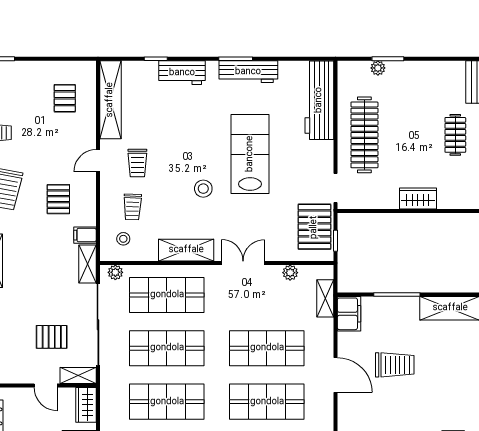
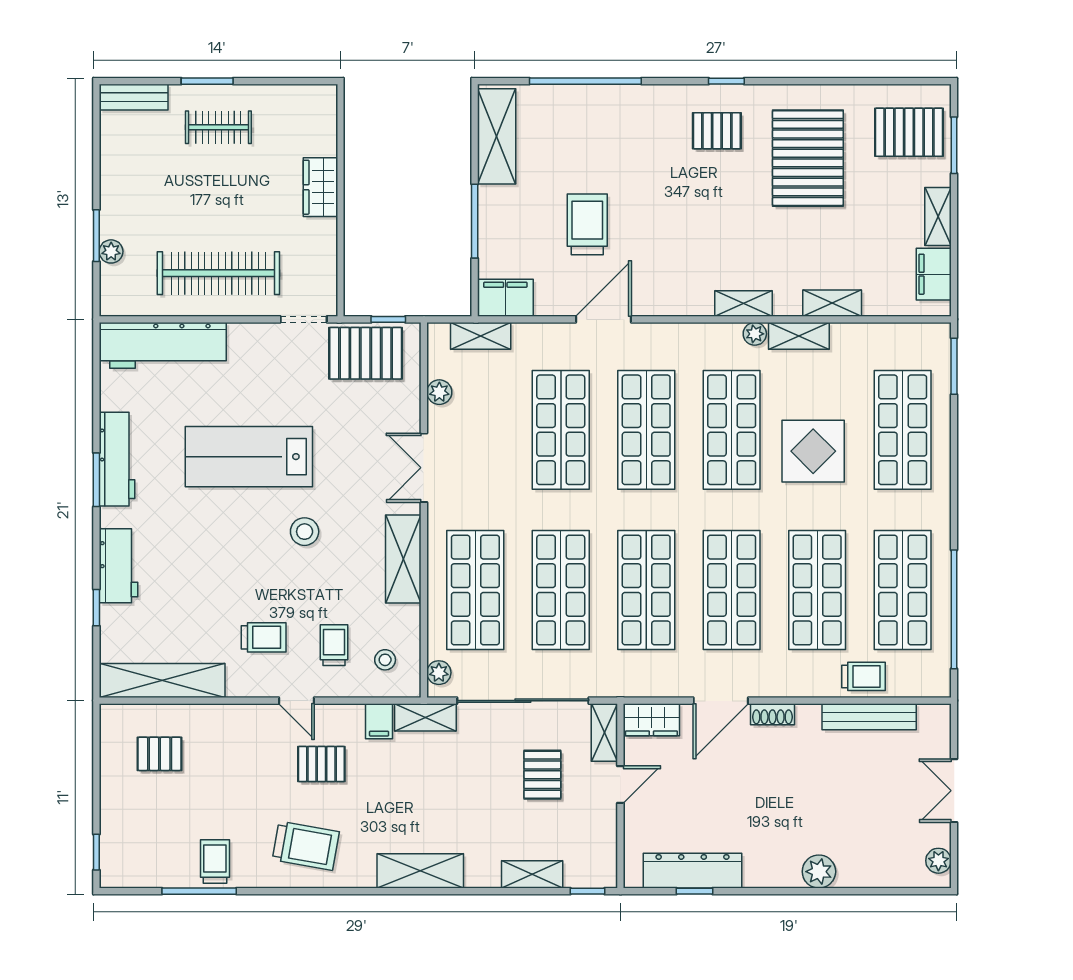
door: (98, 161) -> (296, 701), moved
trolley: (132, 207) -> (334, 645), turned -92

